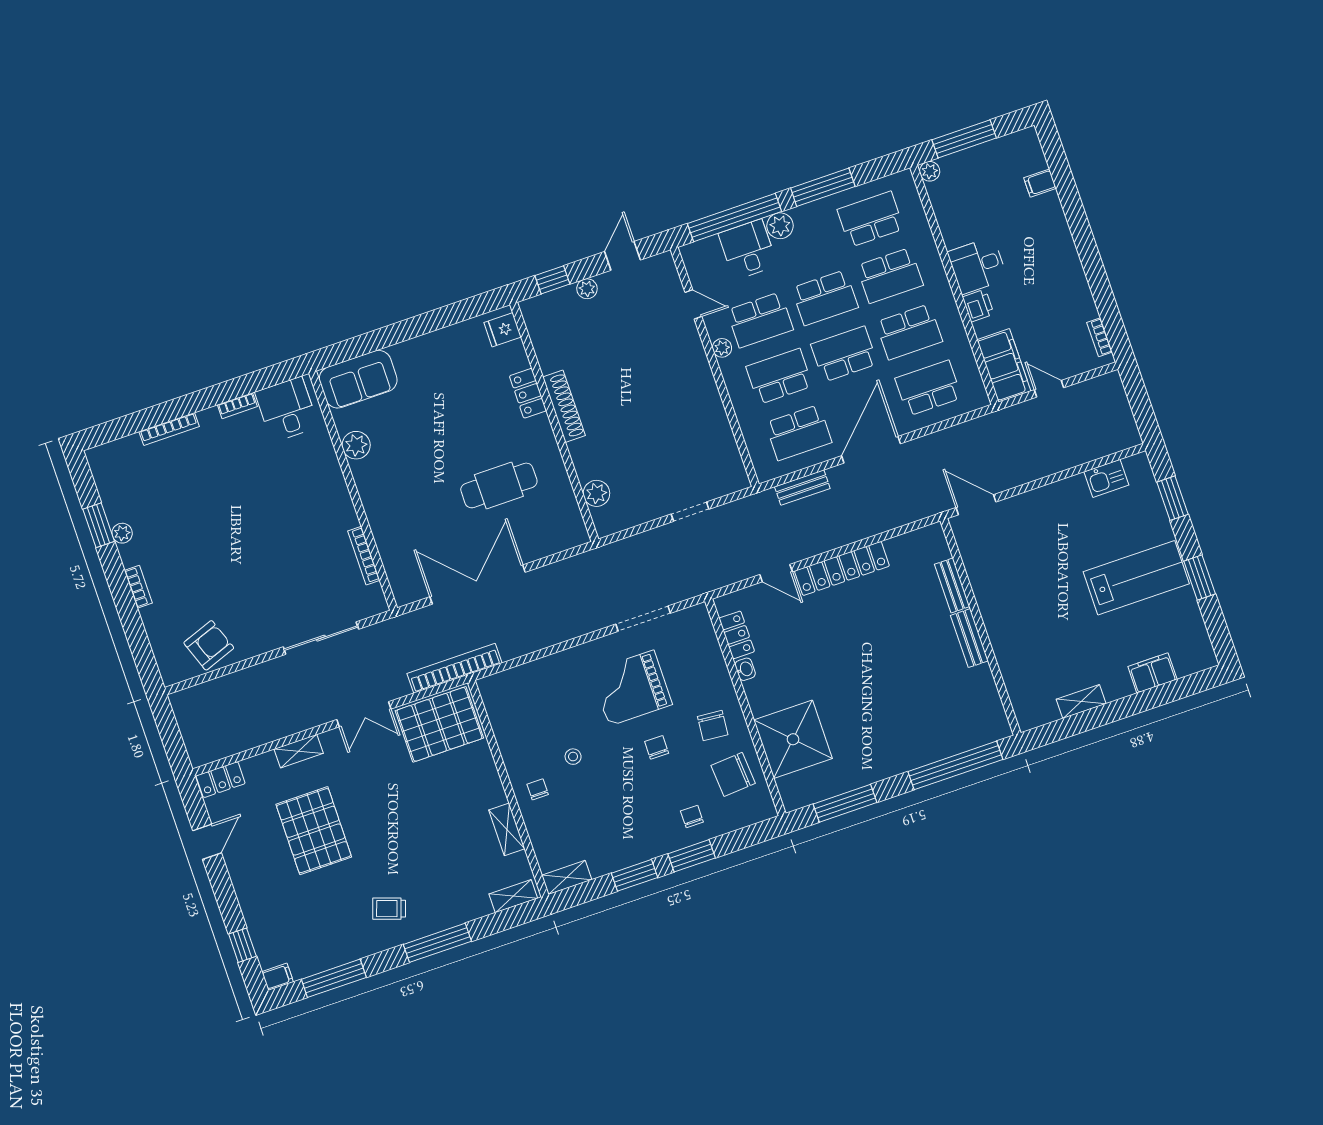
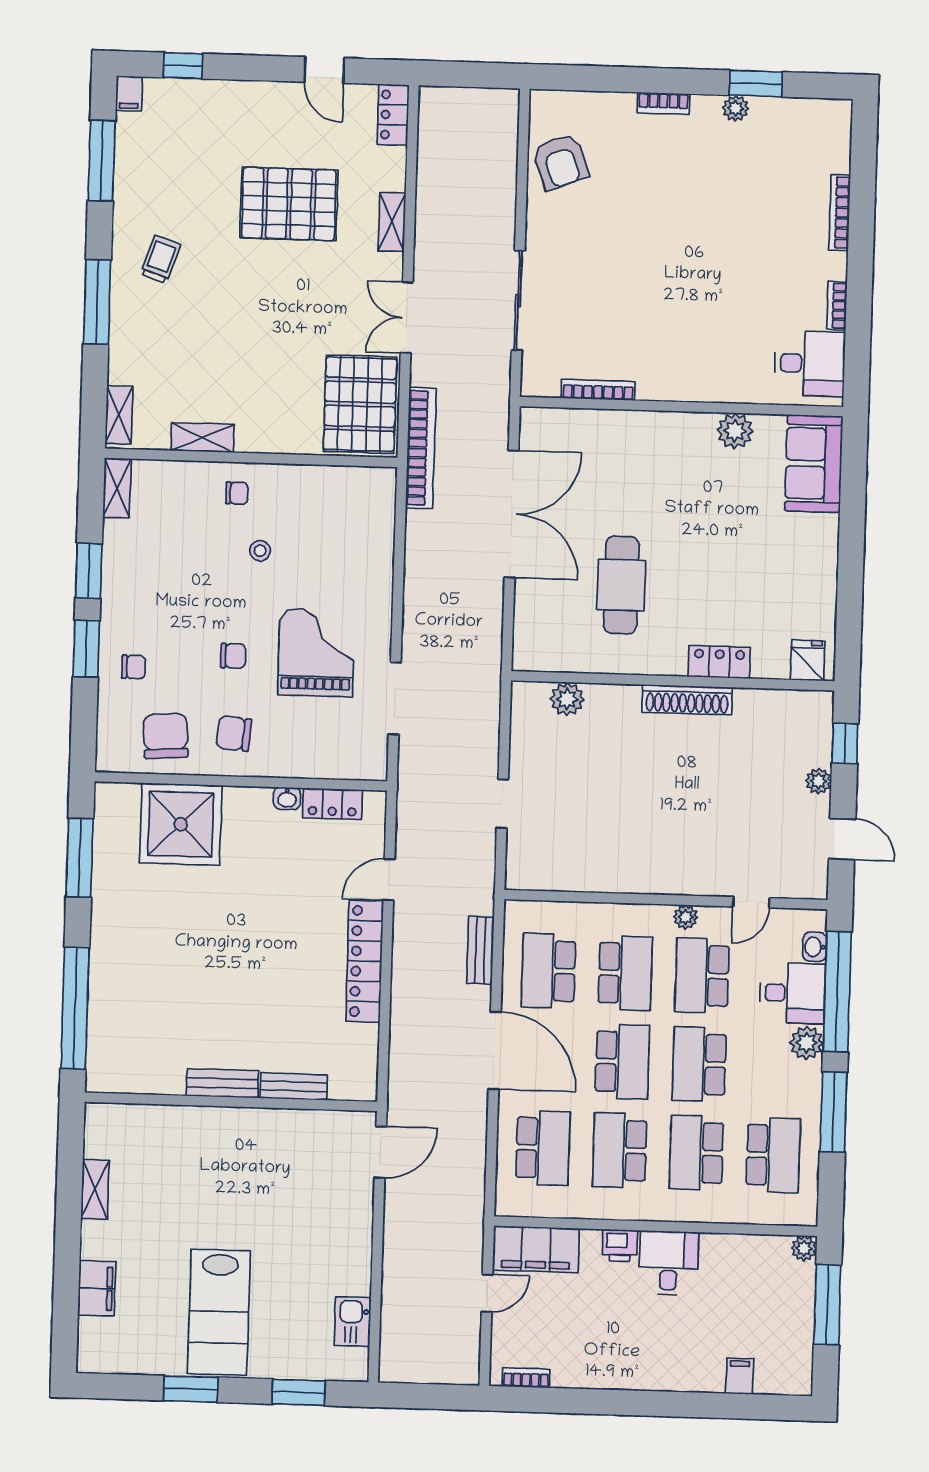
washbasin: (708, 246) -> (815, 947), added

